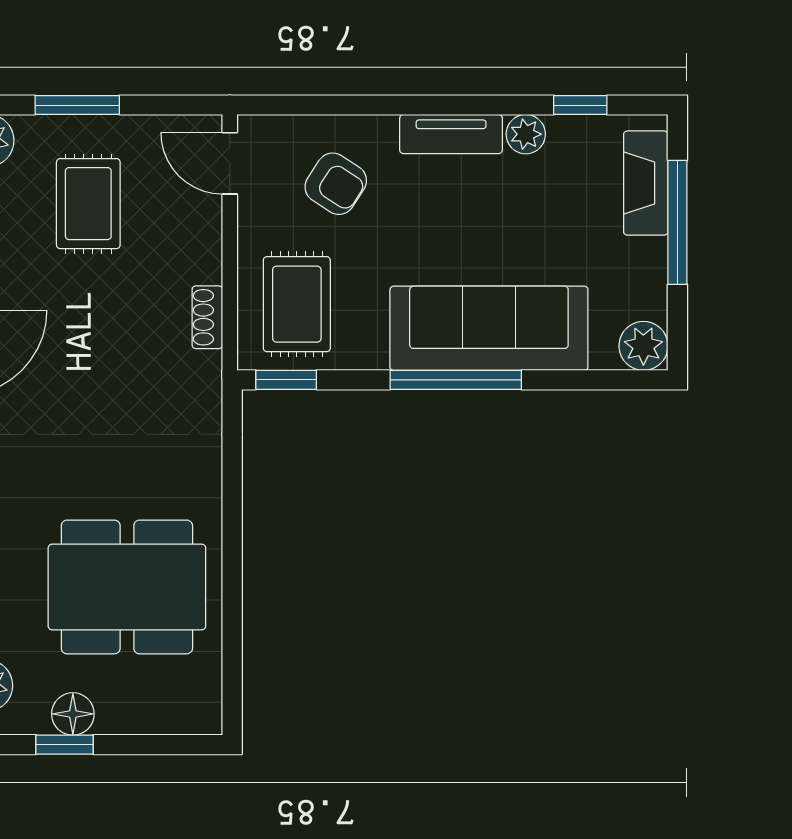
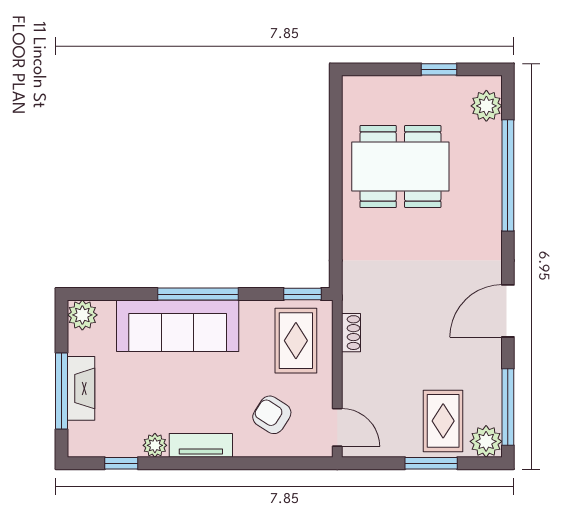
fireplace: (646, 183) -> (81, 388), moved
rug: (88, 204) -> (443, 421), moved
floor lamp: (73, 714) -> (434, 88), removed

